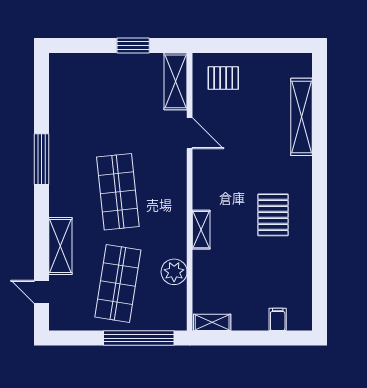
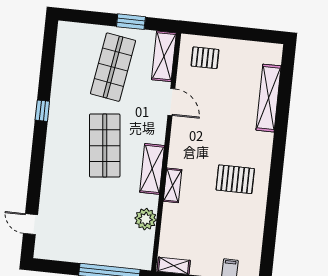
window: (41, 159) -> (42, 111), width x0.46
pallet: (273, 215) -> (235, 179), turned 90
shelving: (60, 246) -> (152, 169), moved
shop shelf: (118, 283) -> (113, 67), moved

